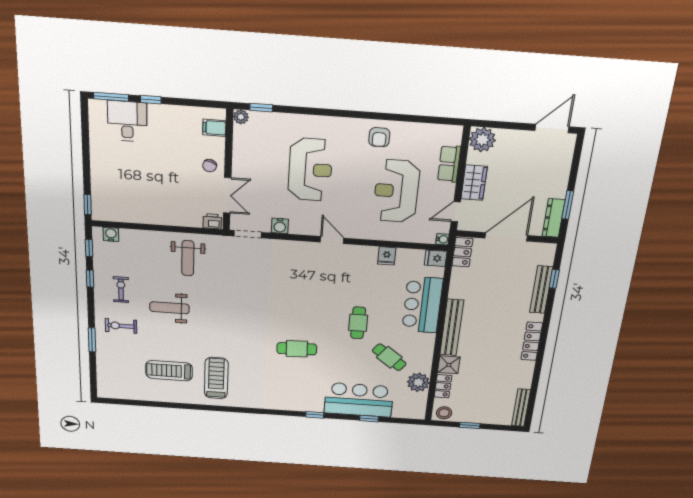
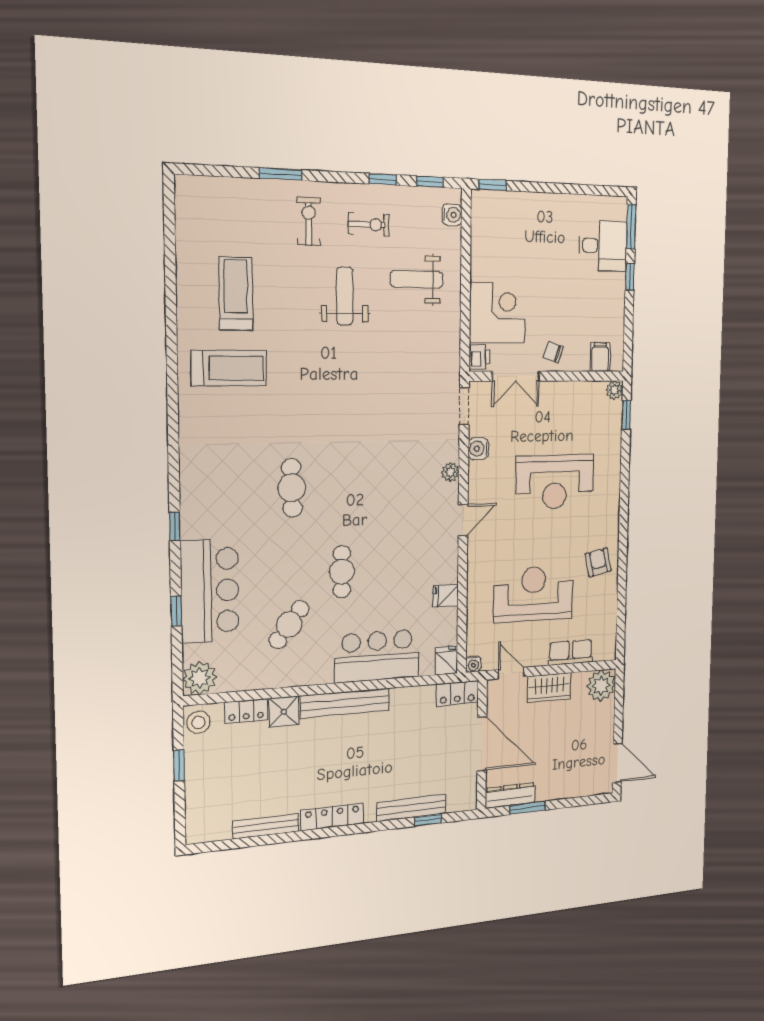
armchair: (379, 137) -> (598, 562), turned 78
corner desk: (180, 206) -> (497, 313), added
plant: (295, 247) -> (450, 472), added
weight bench: (188, 258) -> (417, 279), moved
cafe table: (358, 323) -> (342, 572), turned 90
plant: (418, 382) -> (200, 678), moved
bench: (521, 408) -> (266, 826), moved

